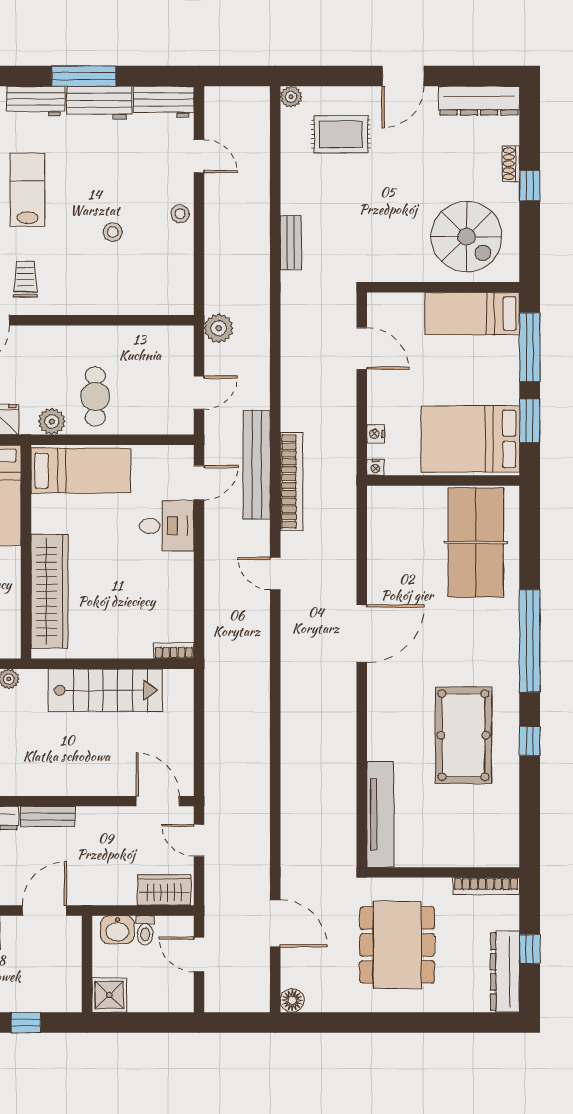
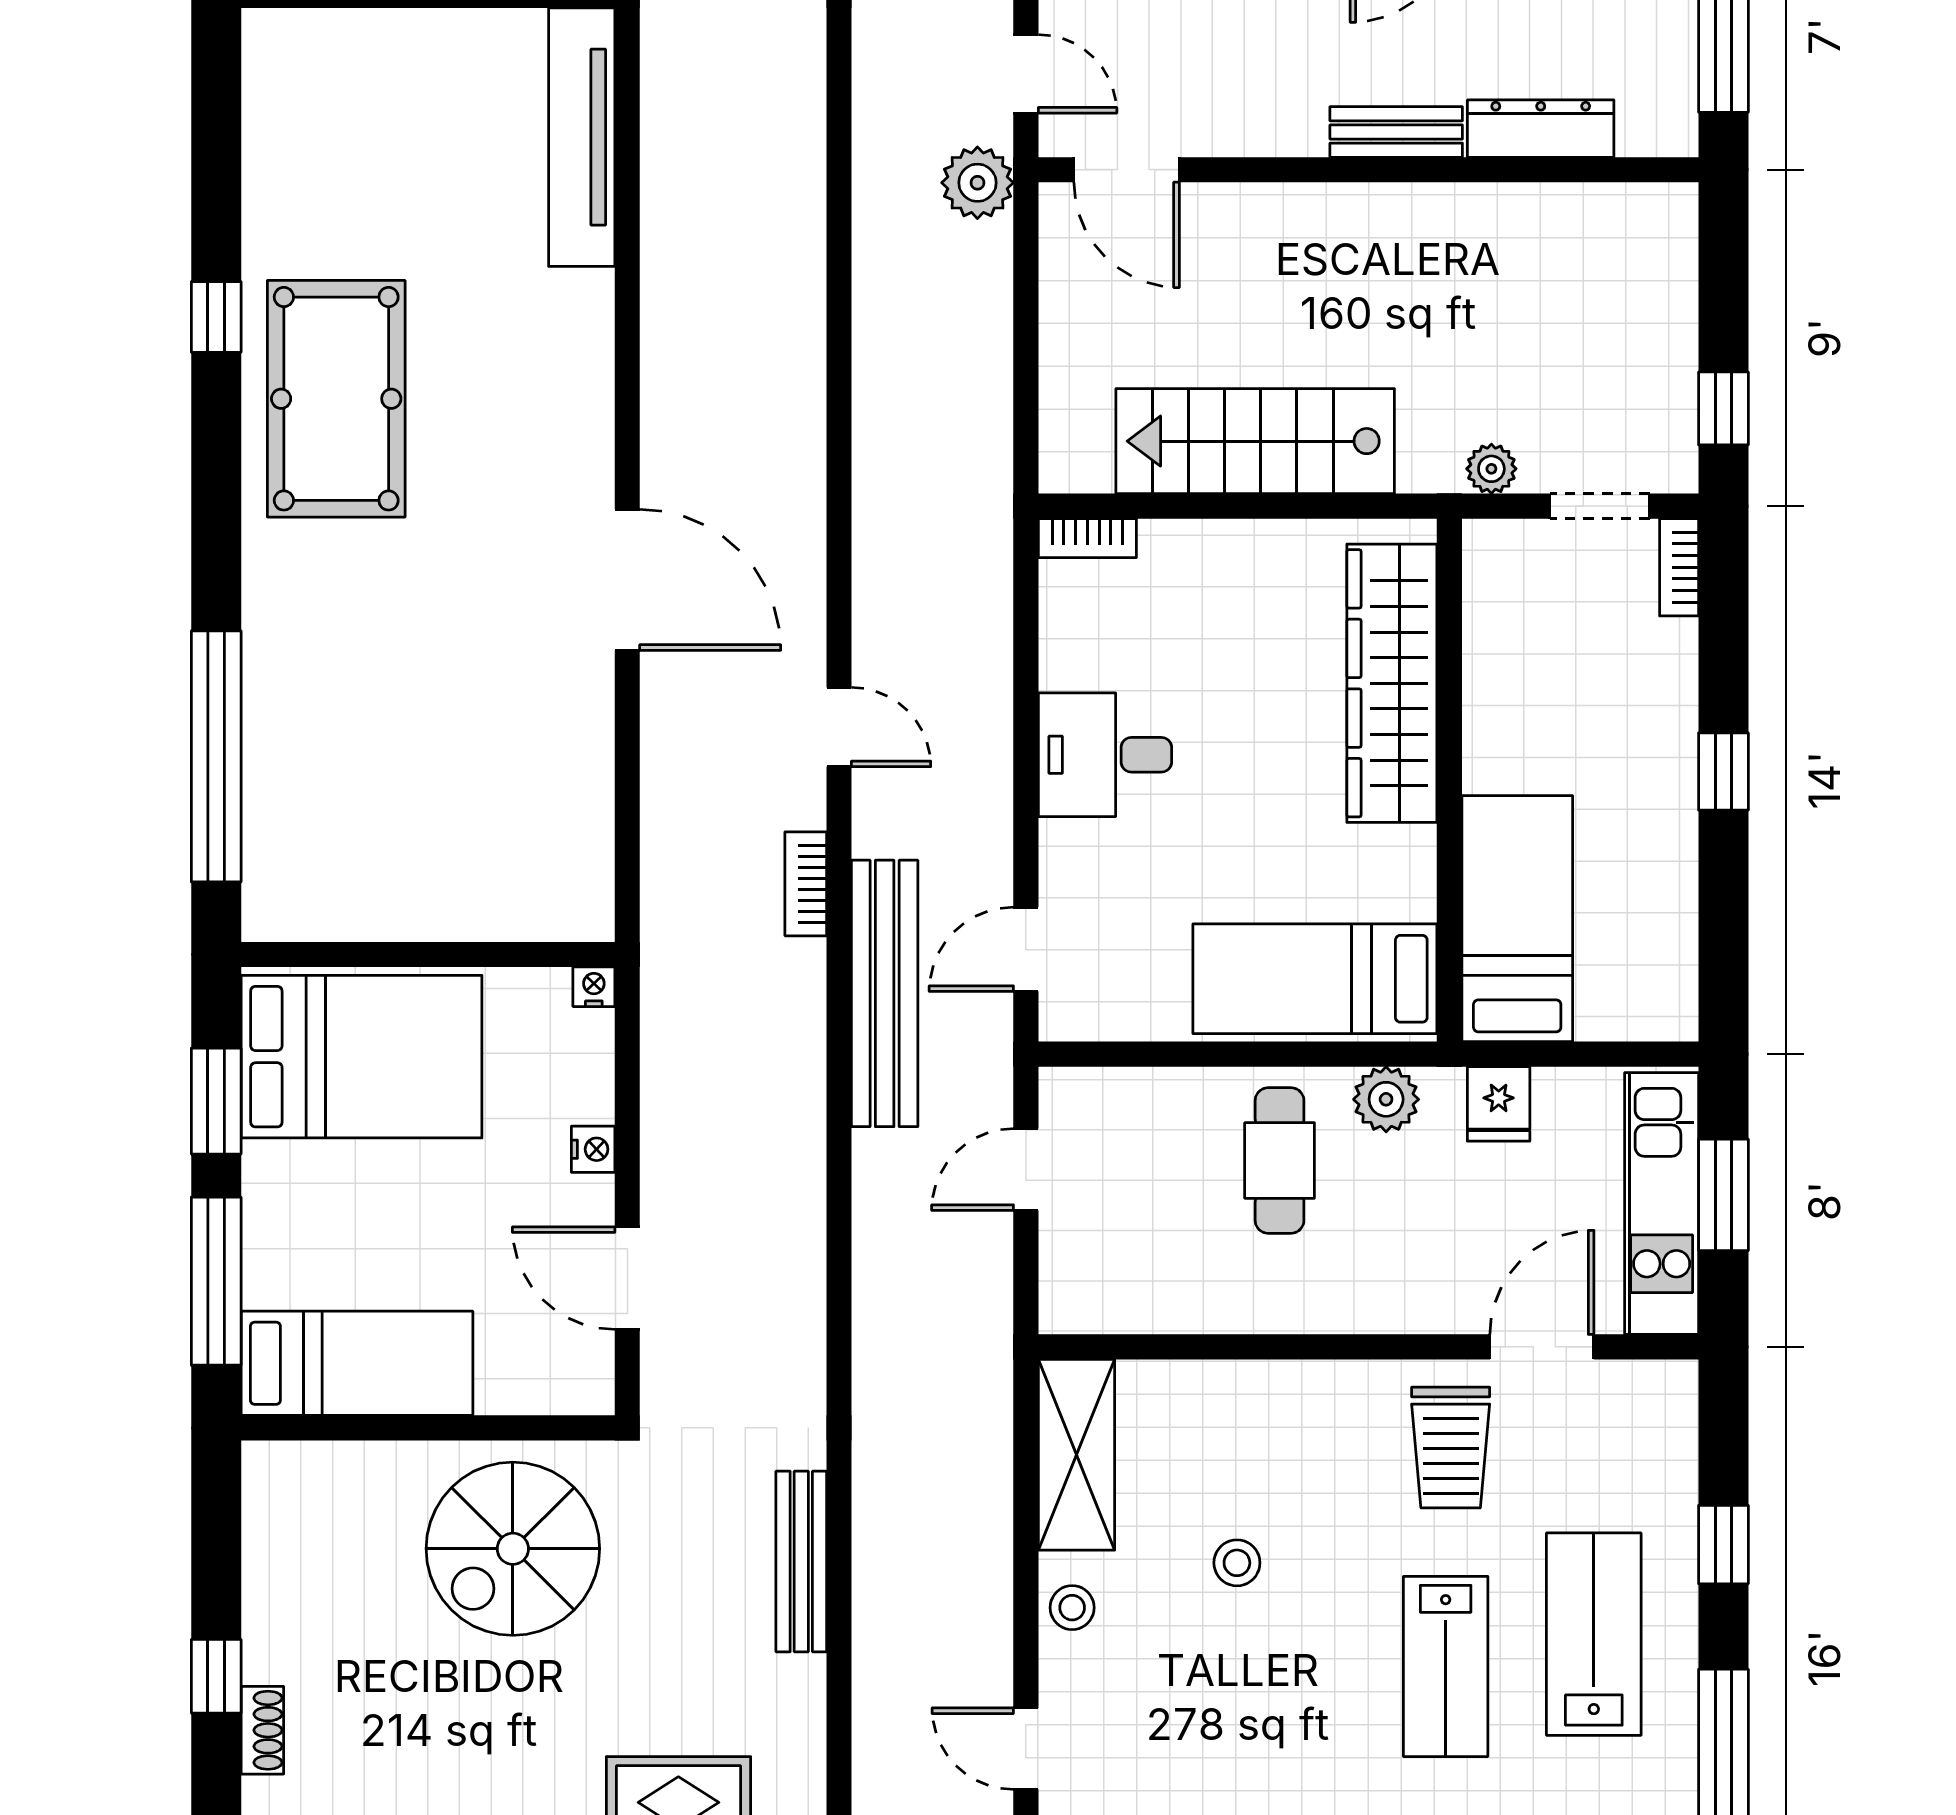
spiral stairs: (467, 237) -> (513, 1549), moved, turned -90
bench: (291, 242) -> (801, 1561), width x1.36
shelving: (178, 276) -> (1076, 1455), added
trolley: (25, 279) -> (1451, 1448), width x1.36, depth x1.39
plant: (219, 328) -> (977, 183), moved
nightstand: (376, 434) -> (593, 1149), moved
bookcase: (291, 482) -> (806, 884), width x0.43, depth x0.76
desk: (167, 526) -> (1105, 755), moved
table tennis table: (476, 542) -> (348, 803), removed
door: (362, 634) -> (627, 580), swing flipped
window: (530, 641) -> (216, 756), moved
pool table: (463, 735) -> (336, 399), moved

